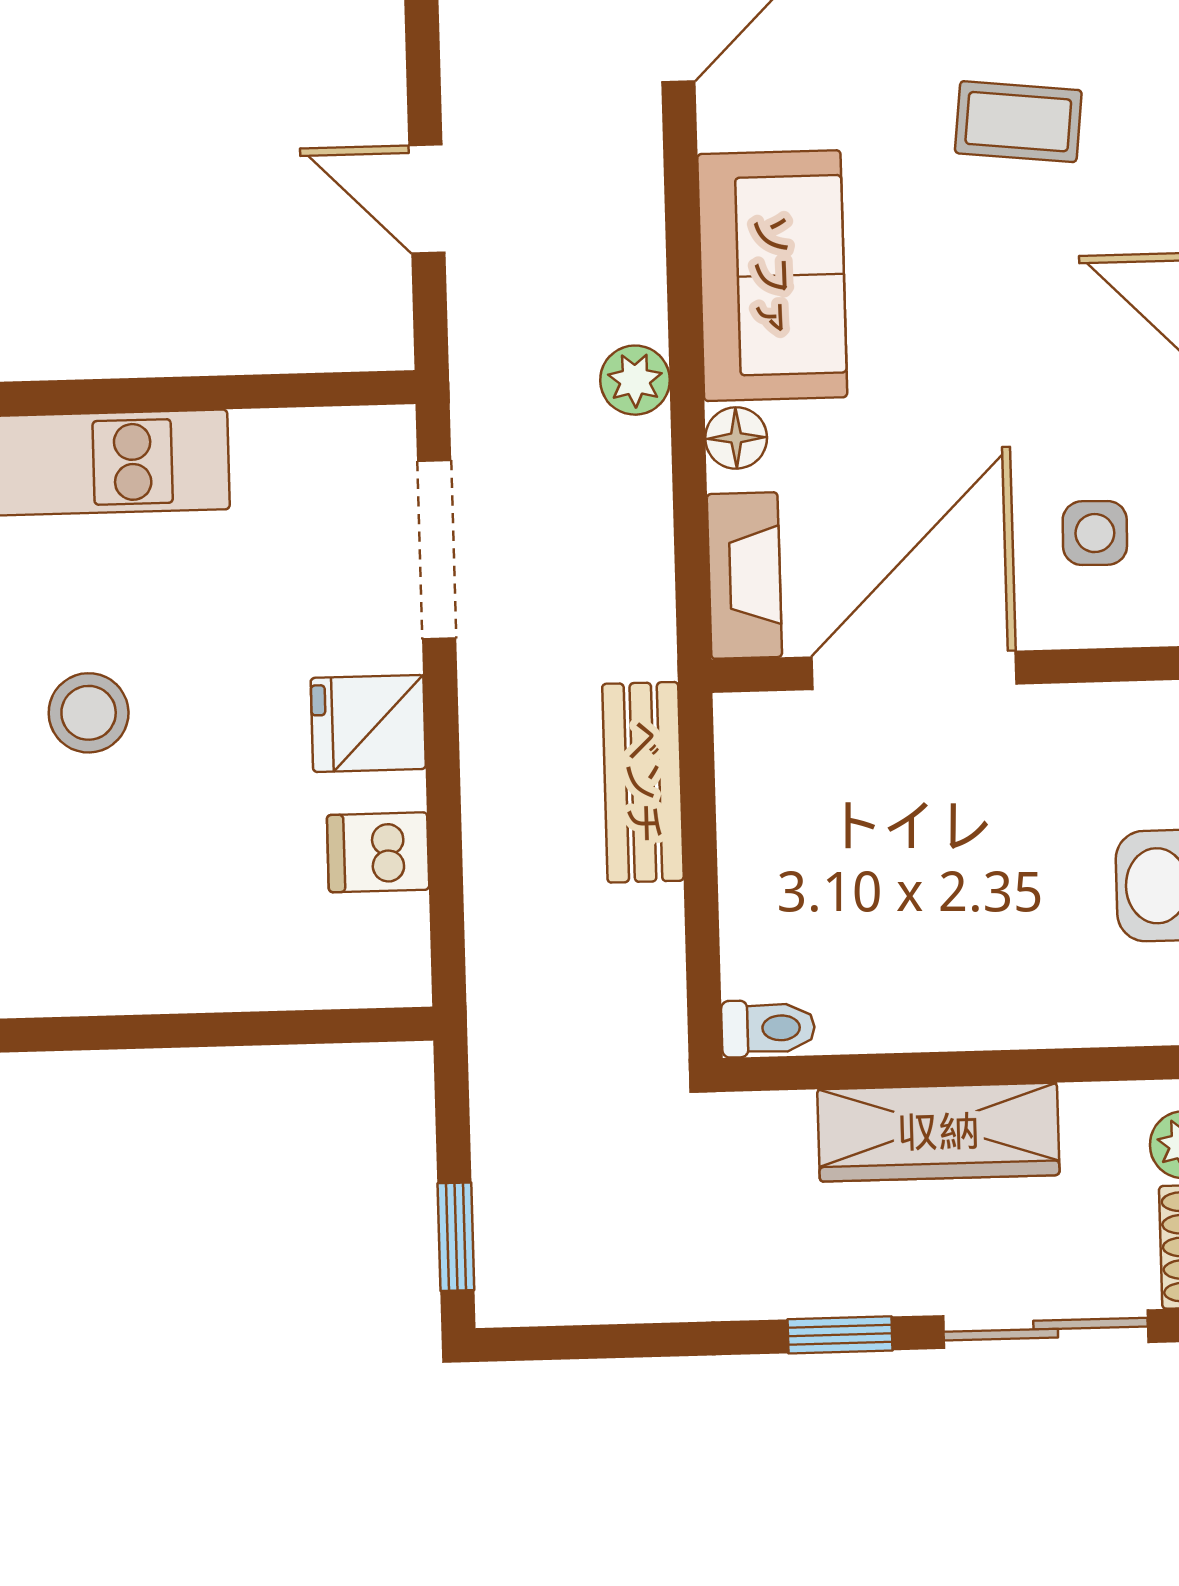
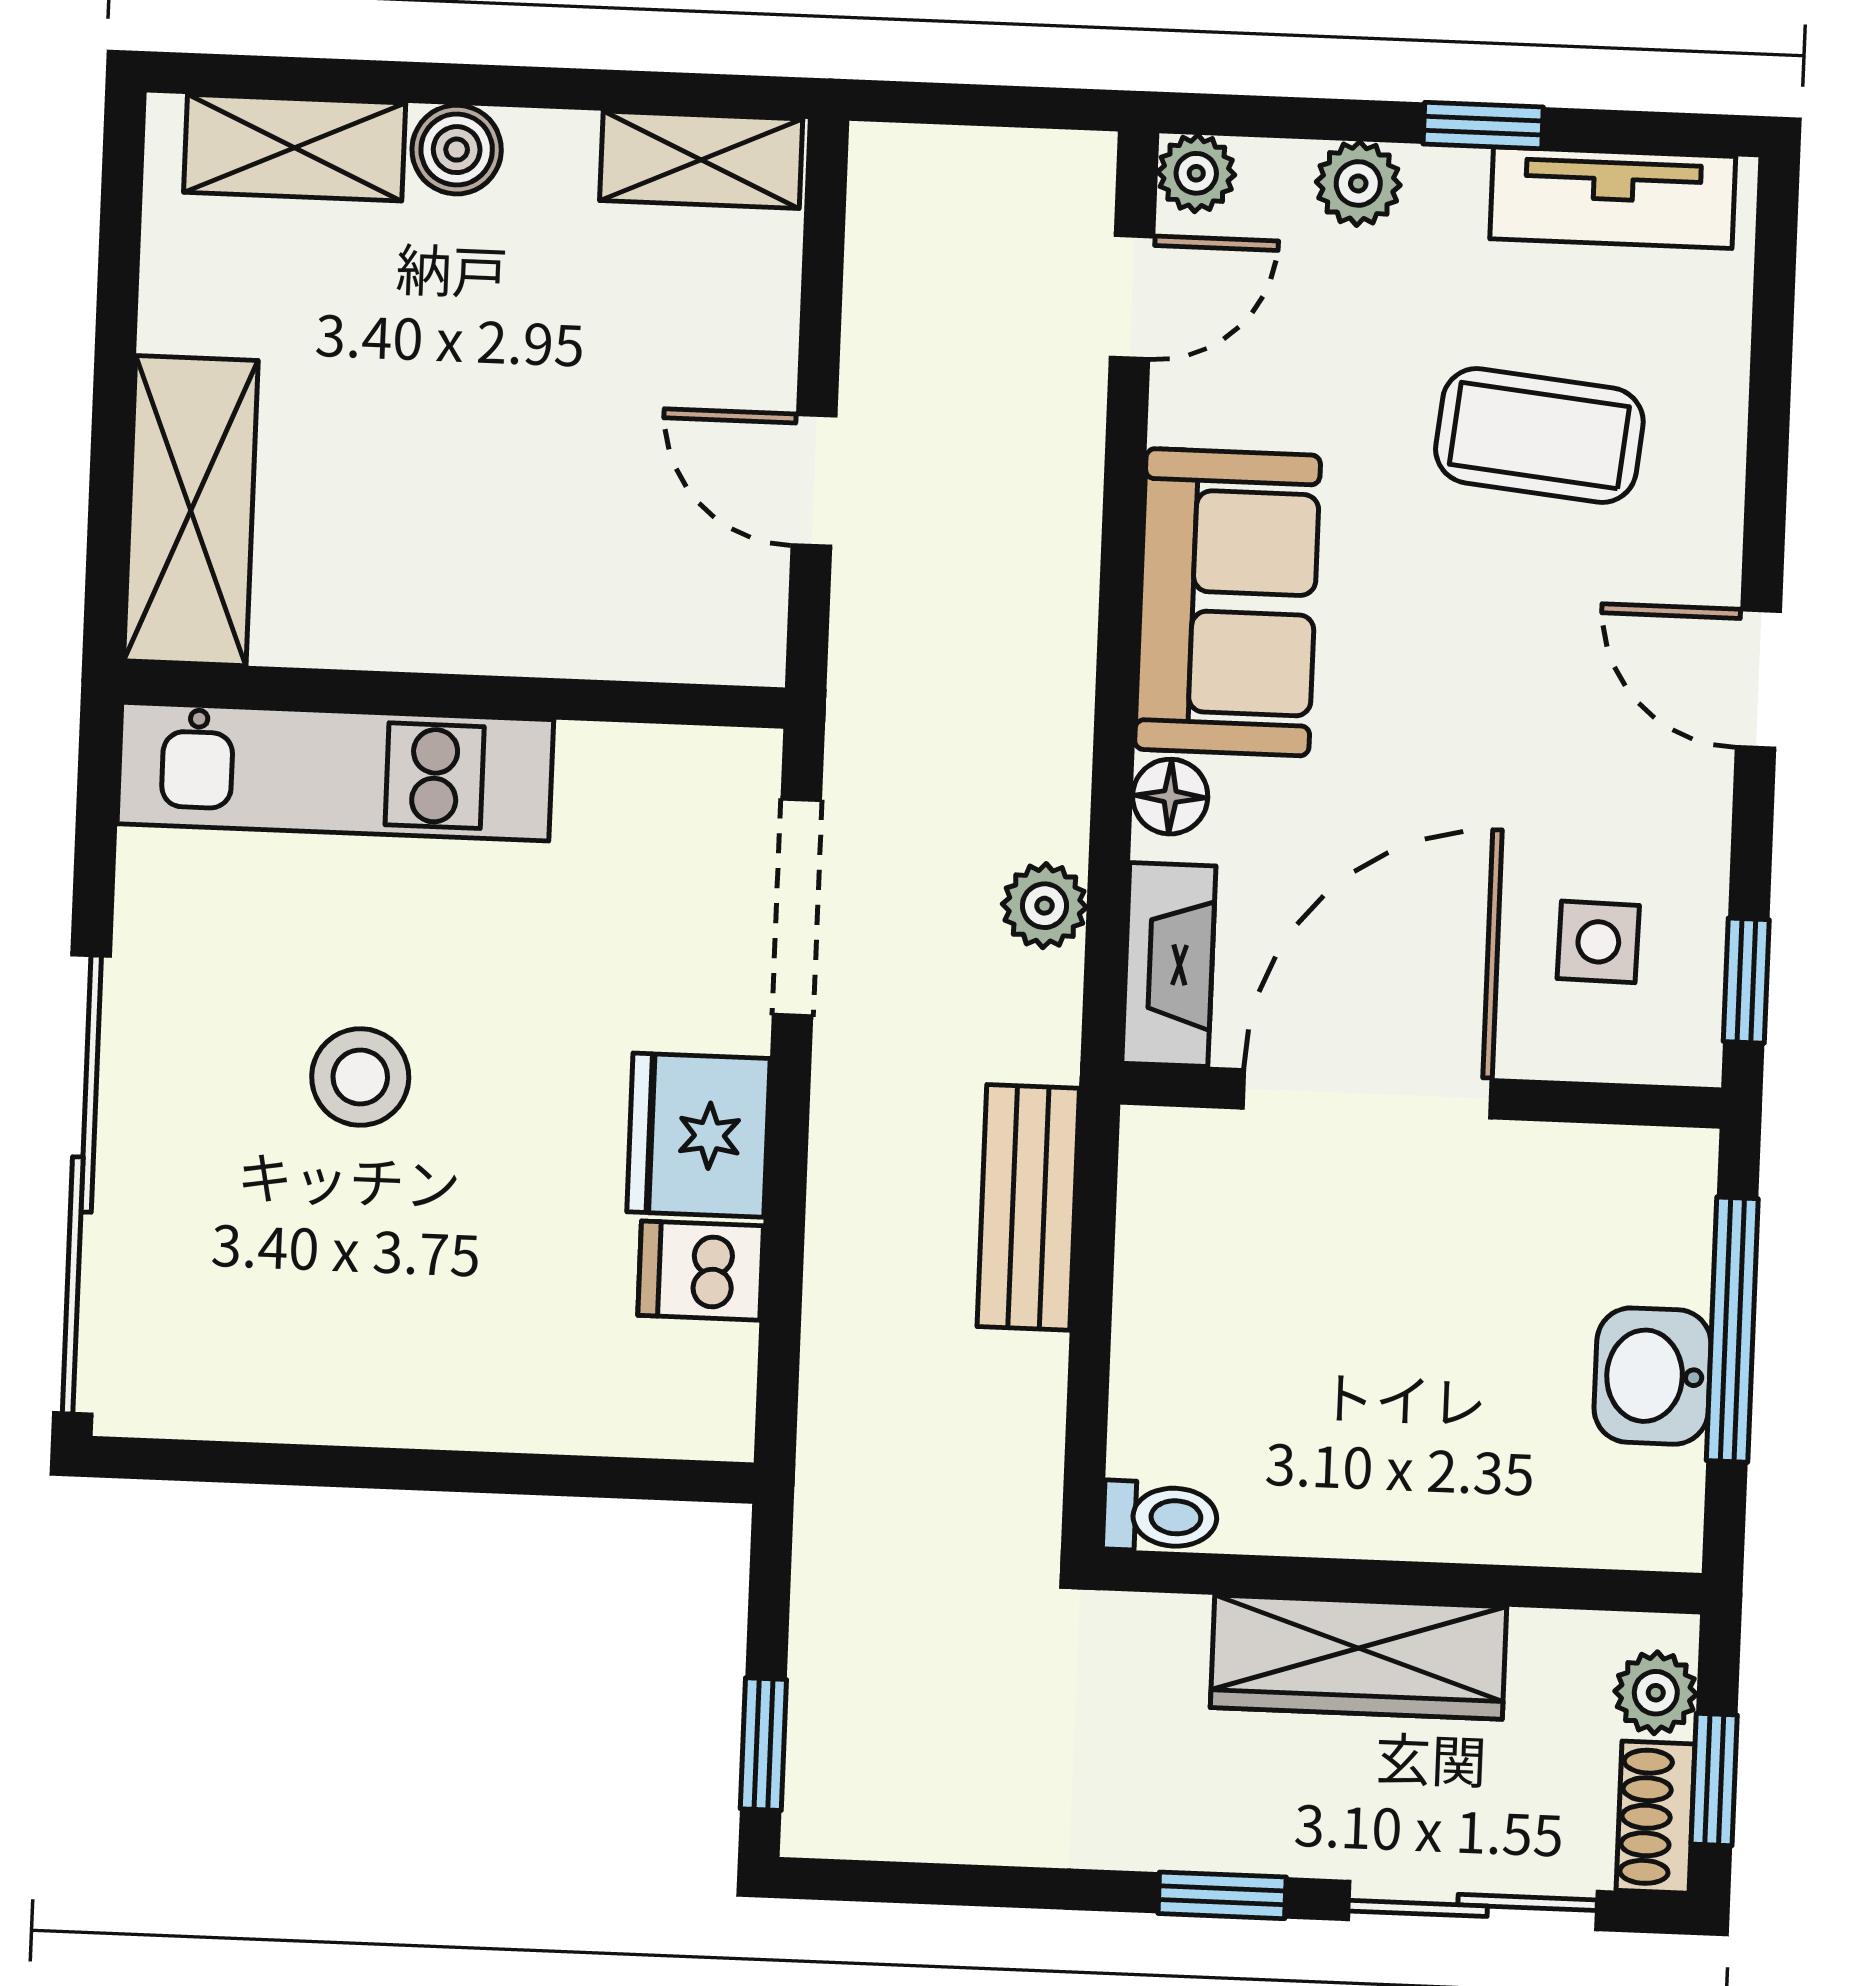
coffee table: (1018, 122) -> (1539, 435), width x1.36, depth x1.30
plant: (635, 380) -> (1044, 906), moved
fridge: (368, 723) -> (698, 1135), width x1.38

